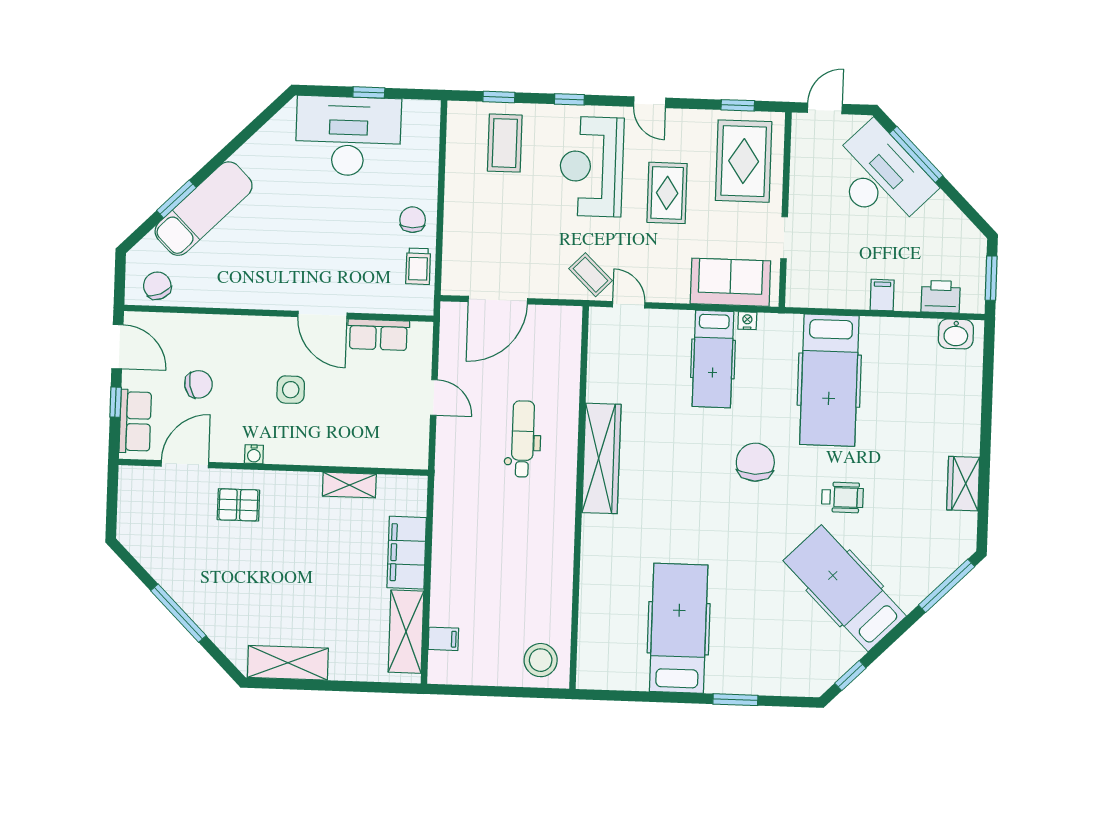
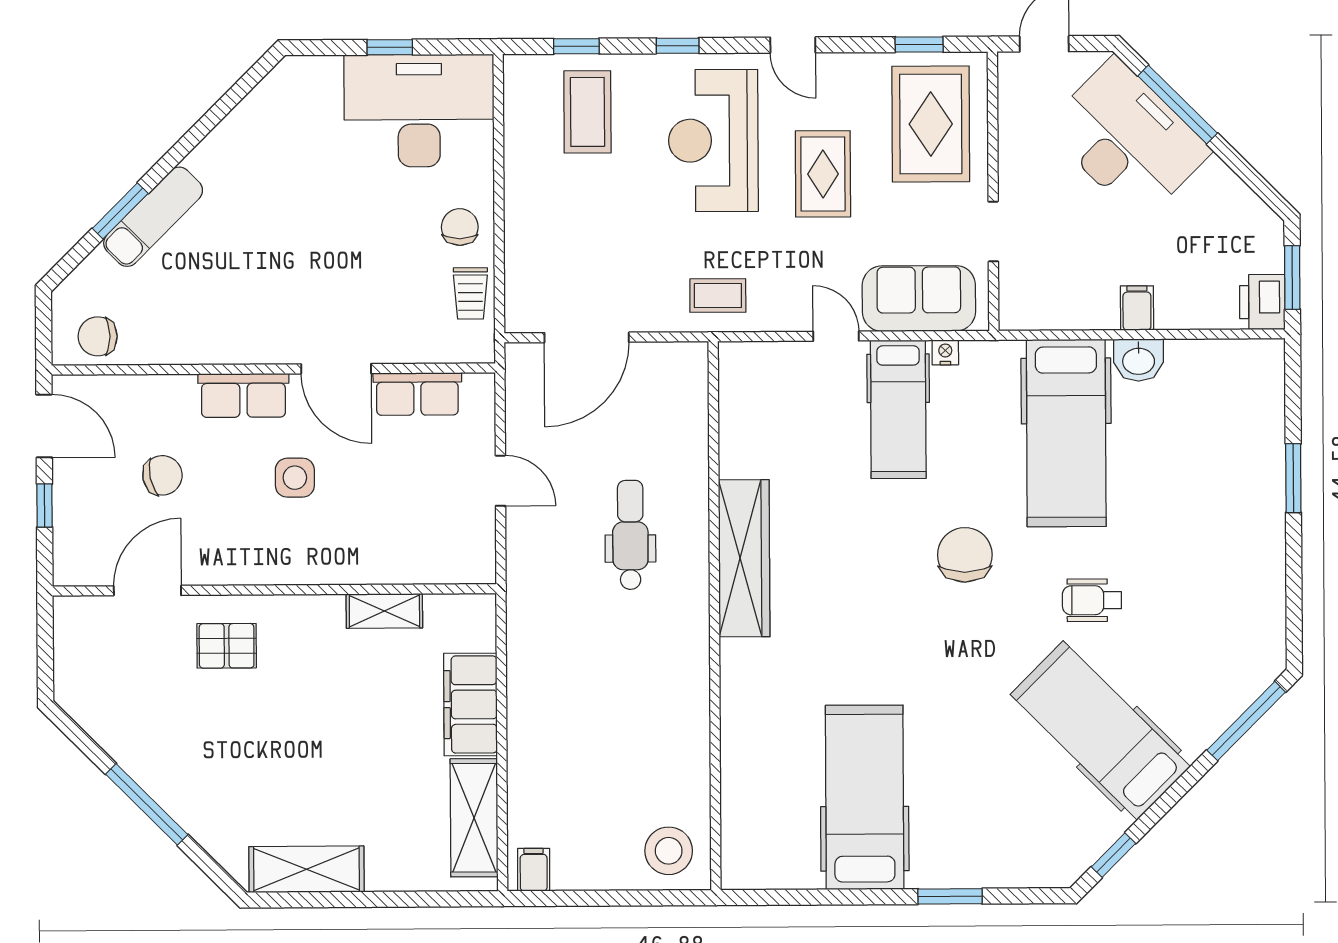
desk: (348, 136) -> (419, 111), moved
exam couch: (204, 209) -> (153, 217), width x0.73, depth x0.69
coffee table: (590, 275) -> (718, 296), turned -44
chair: (157, 286) -> (98, 336), turned -66
printer: (941, 297) -> (1262, 302), moved, turned -90
door: (629, 305) -> (836, 336), moved
washbasin: (956, 334) -> (1139, 360), moved
window: (986, 418) -> (1293, 478), added
row of seats: (135, 421) -> (243, 395), moved, turned 90
water cooler: (254, 454) -> (246, 572), removed
wardrobe: (963, 484) -> (1264, 574), removed
wheelchair: (843, 497) -> (1092, 600), turned 180
filing cabinet: (443, 639) -> (534, 870), moved, turned -90

